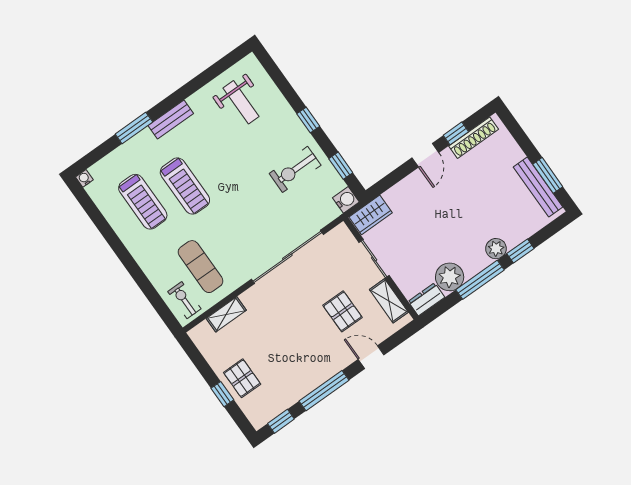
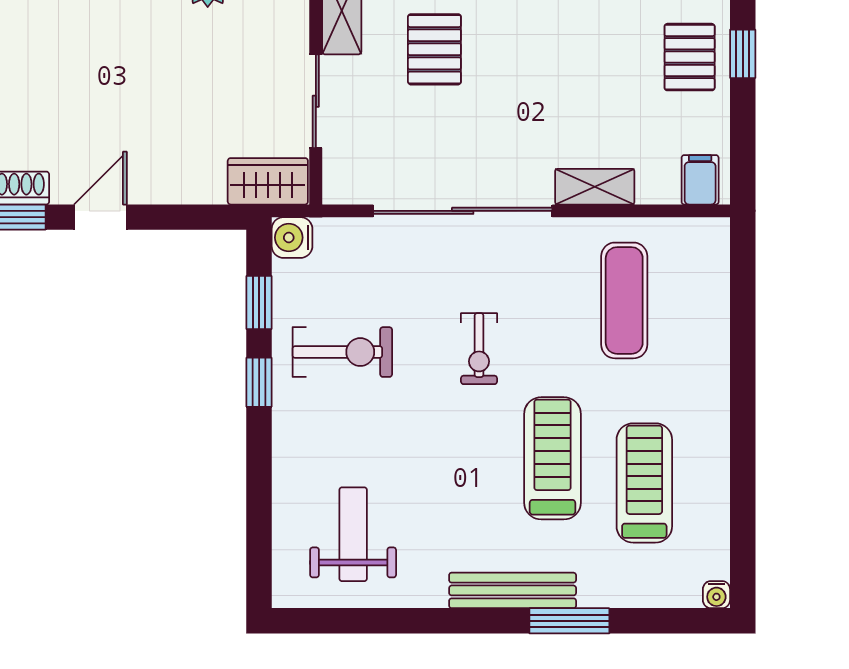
bench: (171, 120) -> (513, 590), width x1.36
window: (308, 120) -> (259, 382), moved
exercise bike: (184, 300) -> (479, 349), moved
shelving: (226, 314) -> (595, 187), moved
filing cabinet: (204, 334) -> (700, 180), added

